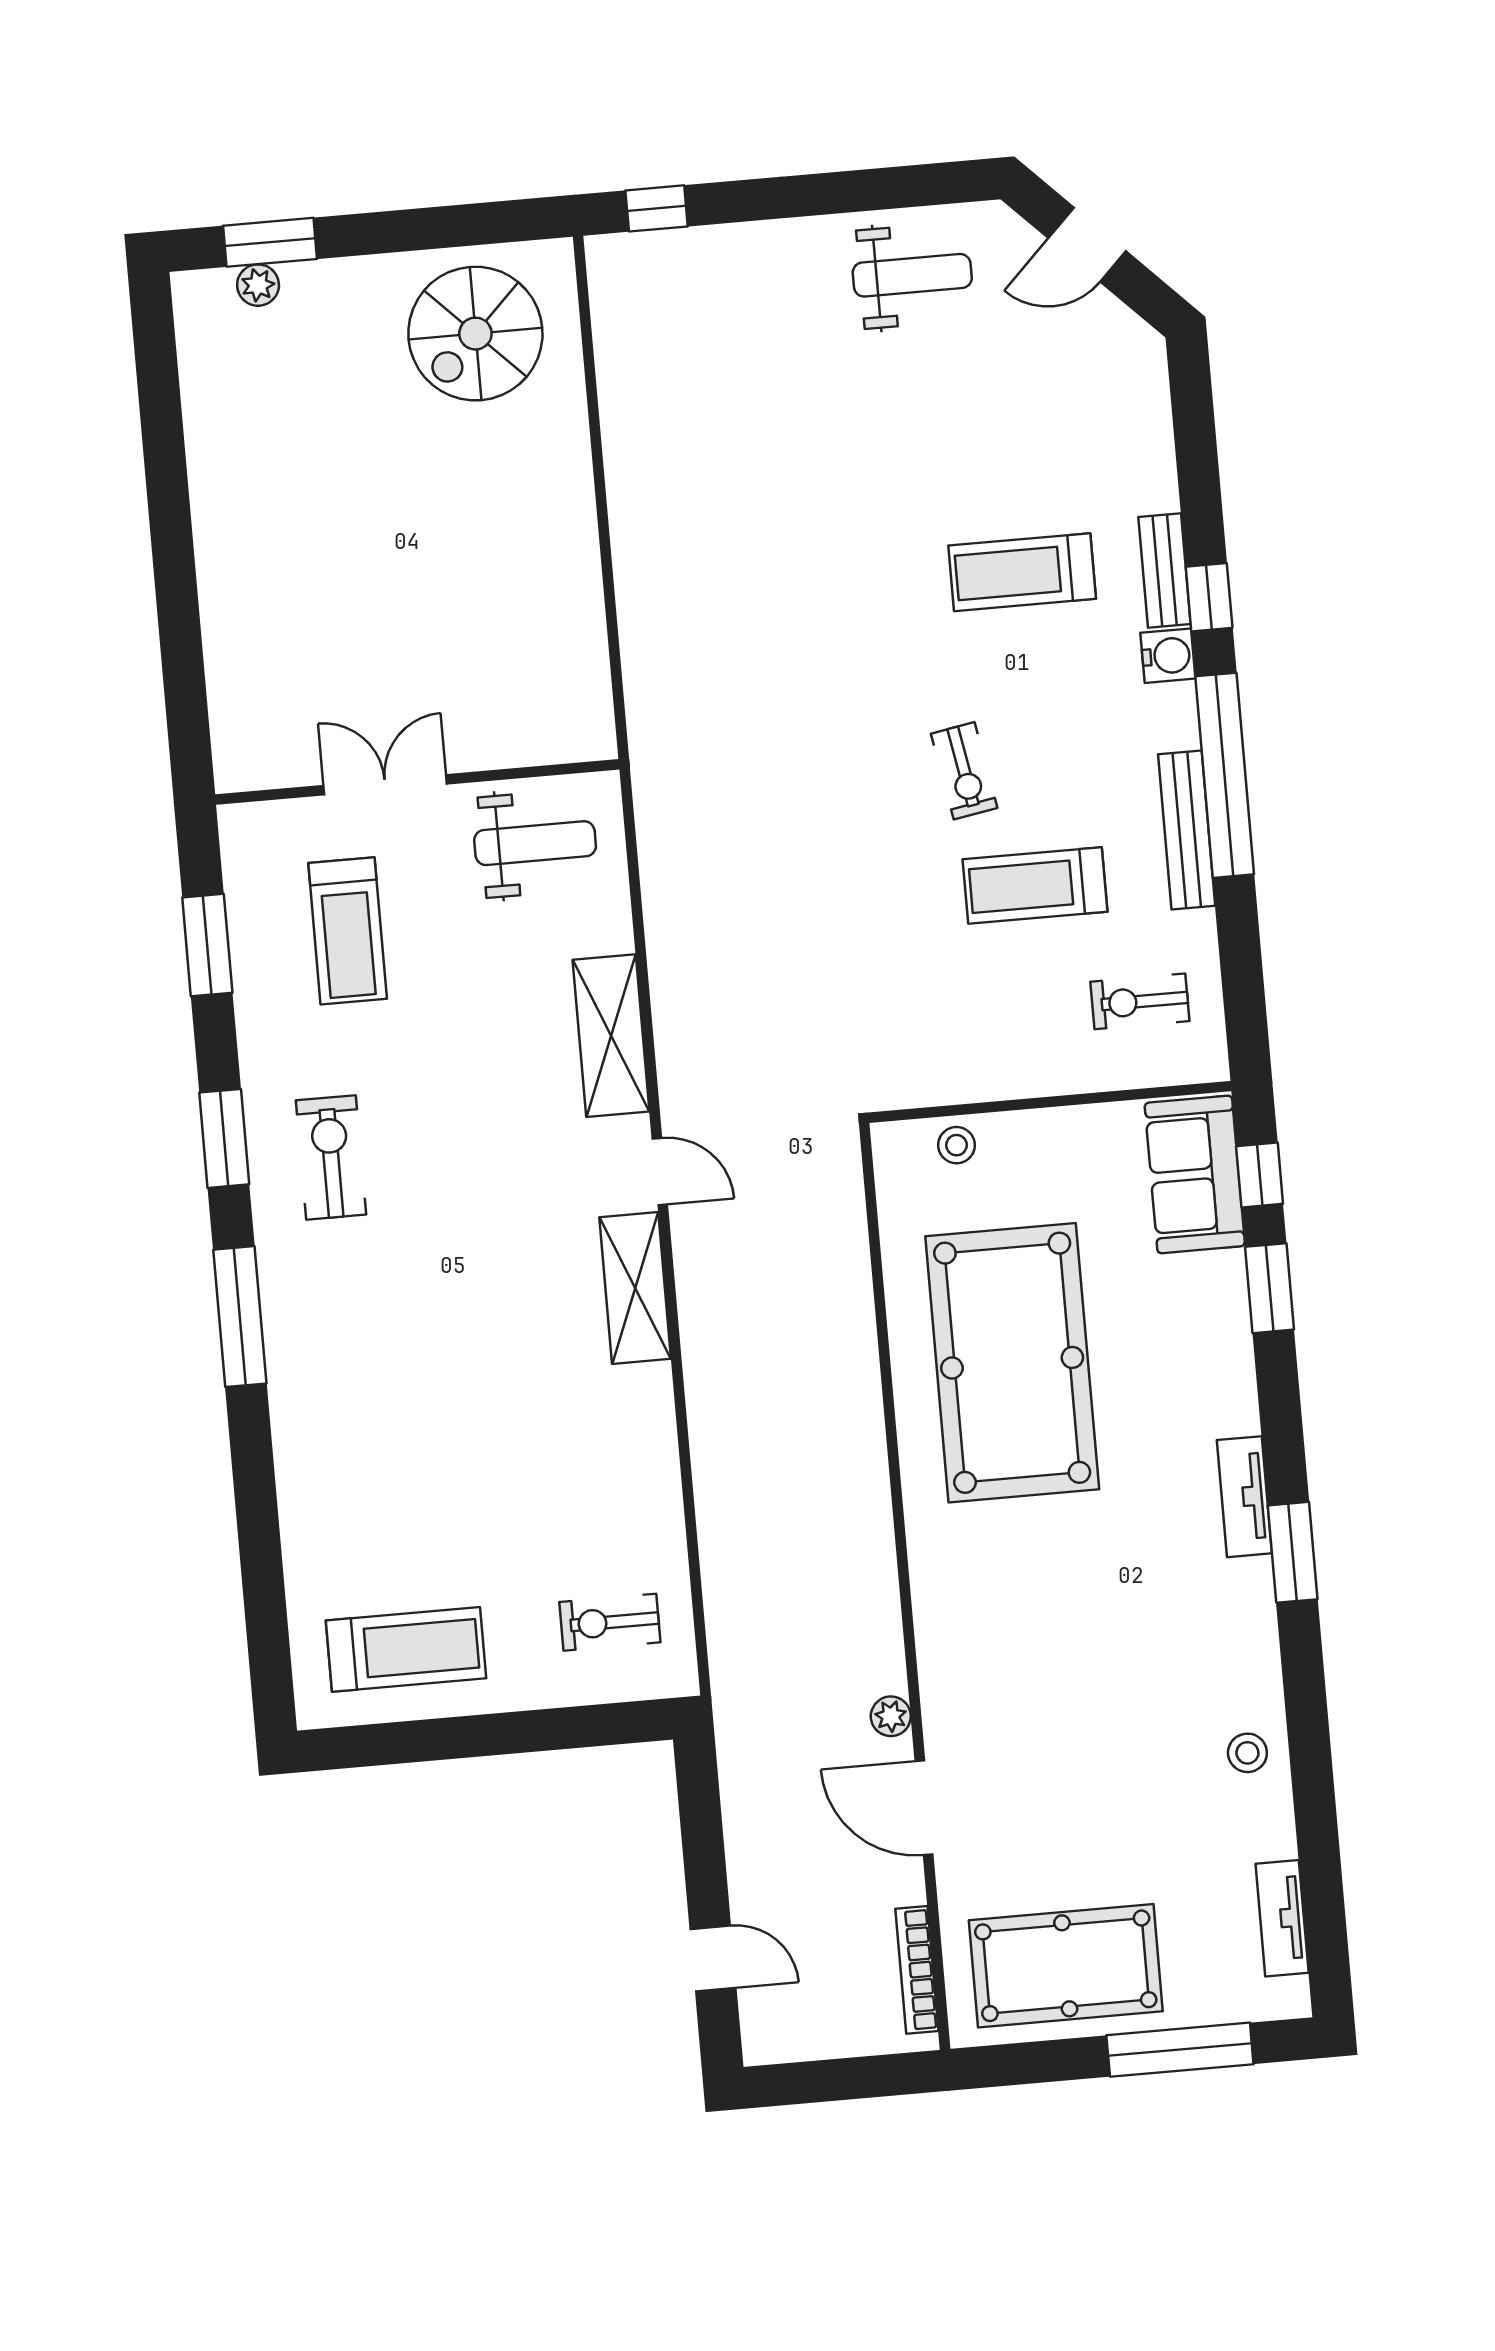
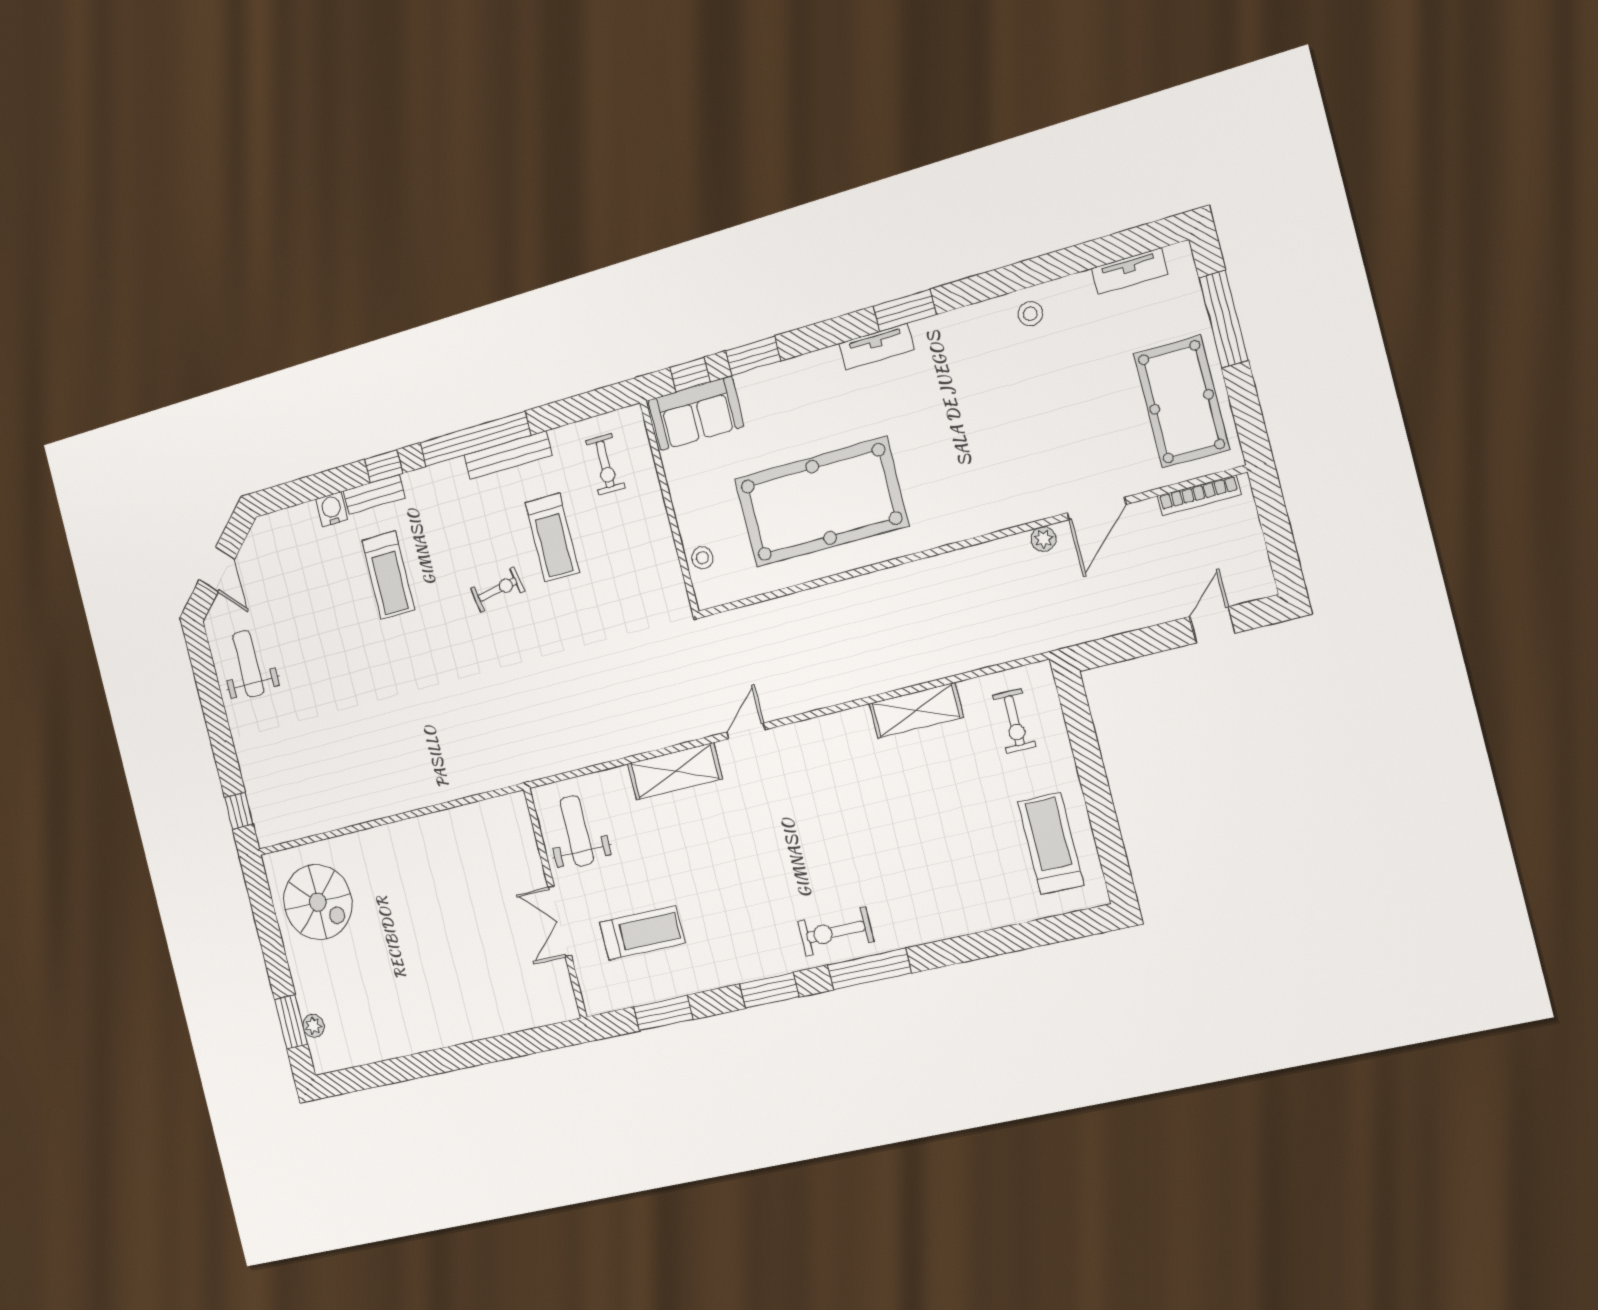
water cooler: (1168, 656) -> (332, 509), moved
exercise bike: (331, 1157) -> (836, 932), moved
shelving: (635, 1288) -> (916, 710), moved

